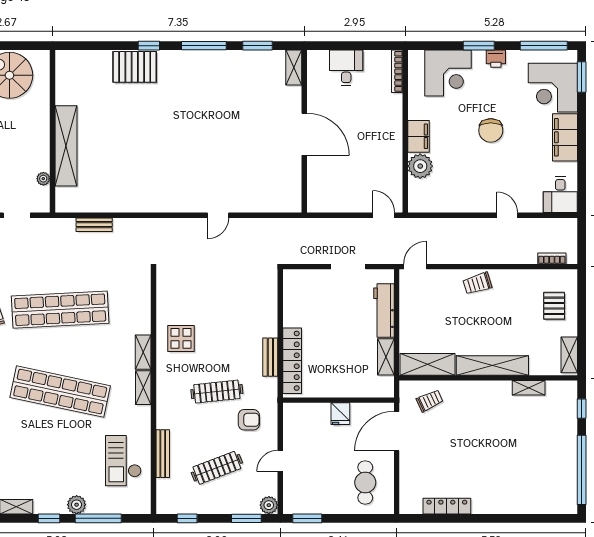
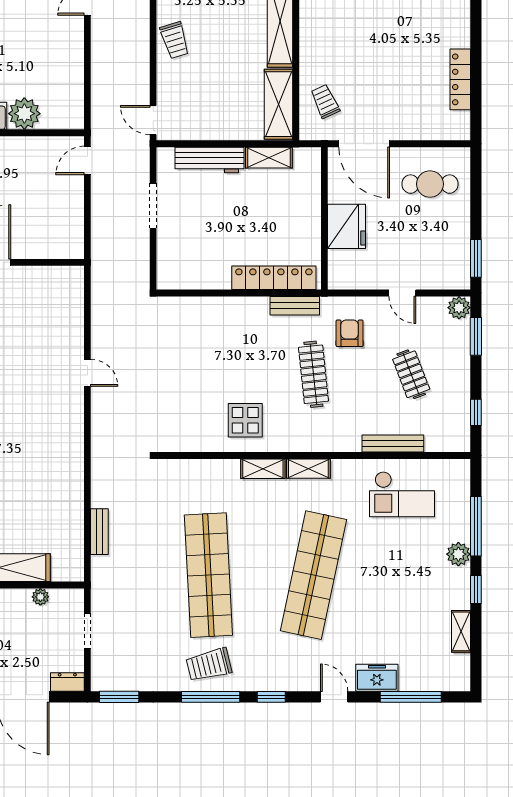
bench: (270, 357) -> (295, 306), moved
fridge: (340, 414) -> (347, 226), width x1.88, depth x1.34
clothes rail: (217, 468) -> (411, 374), width x0.73

